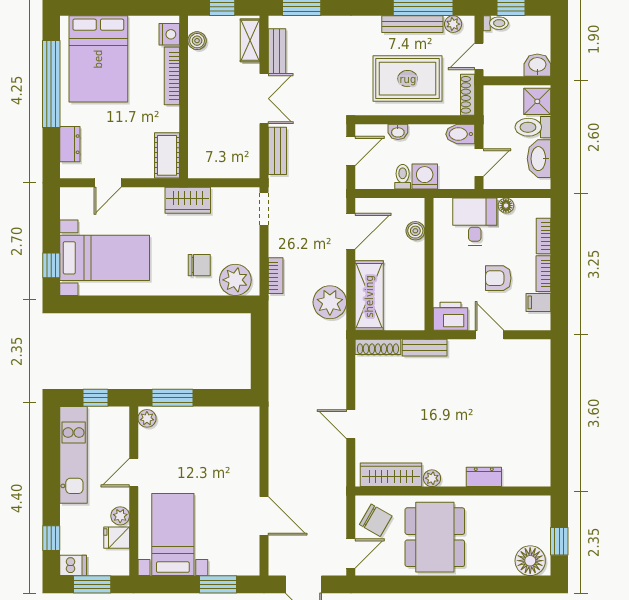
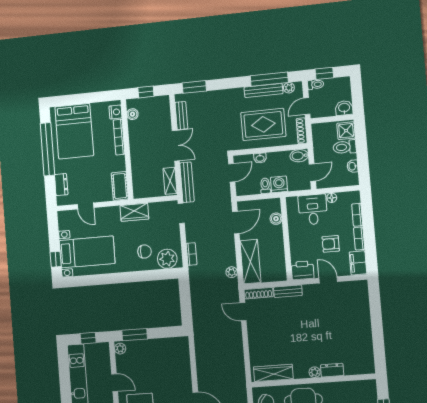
shelving: (250, 40) -> (170, 181), moved
bench: (277, 151) -> (187, 182), width x1.36
washbasin: (539, 159) -> (352, 166), width x0.52, depth x0.69
door: (108, 183) -> (85, 206), hinge flipped
plant: (330, 302) -> (232, 272), width x0.53, depth x0.53
filing cabinet: (538, 302) -> (358, 263), width x2.00
door: (351, 424) -> (243, 312), moved
door: (134, 473) -> (115, 383), swing flipped
plant: (432, 478) -> (315, 372), moved

